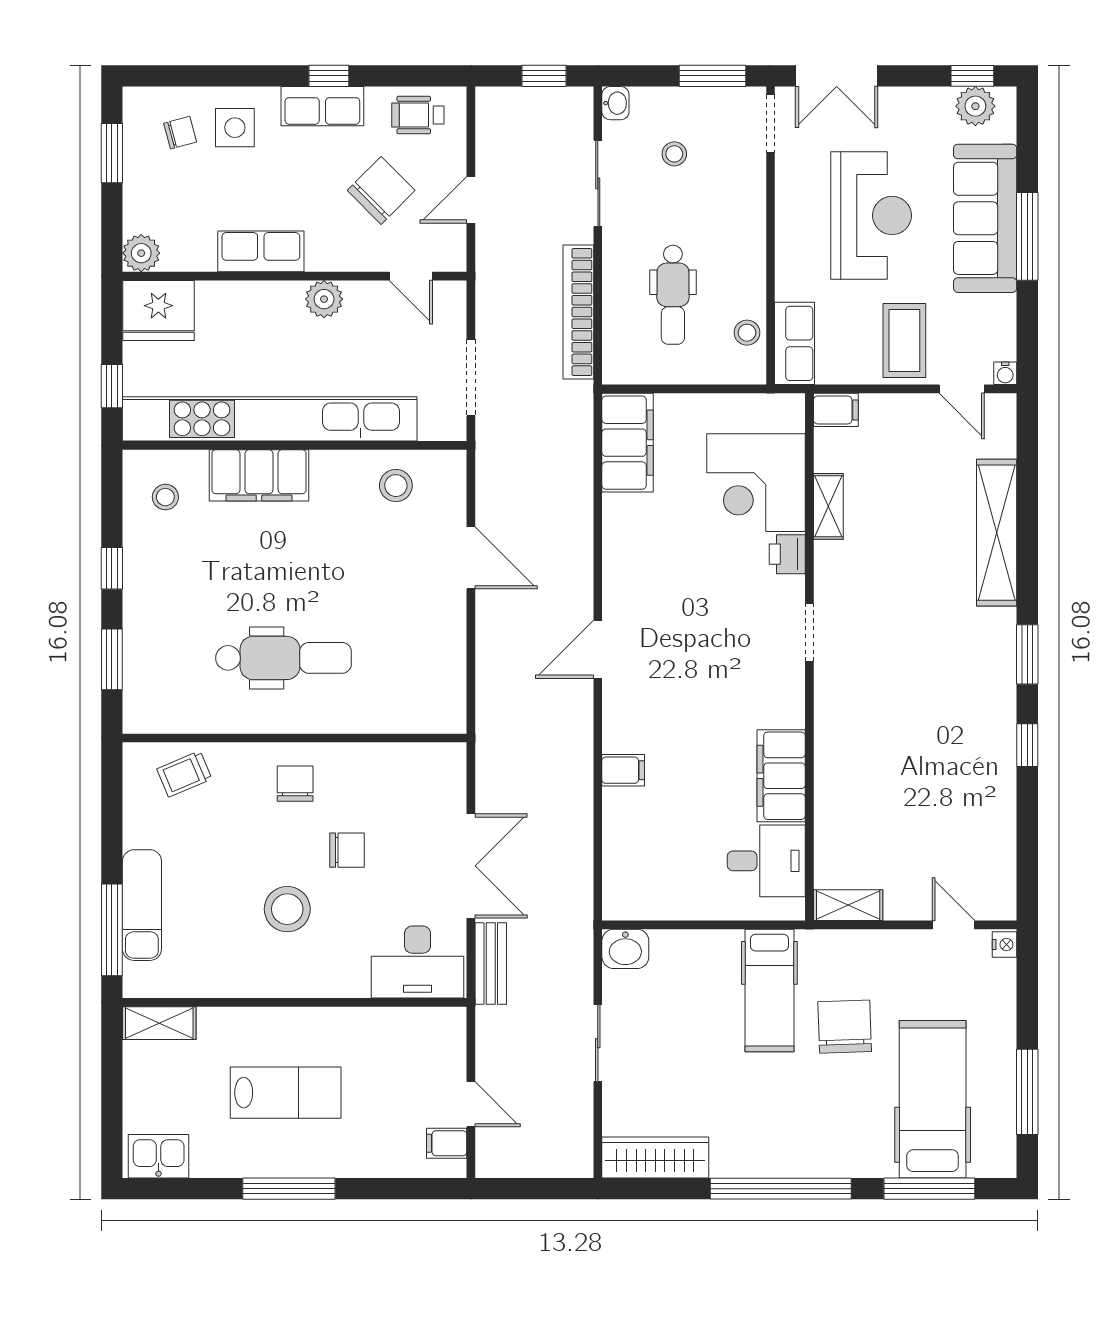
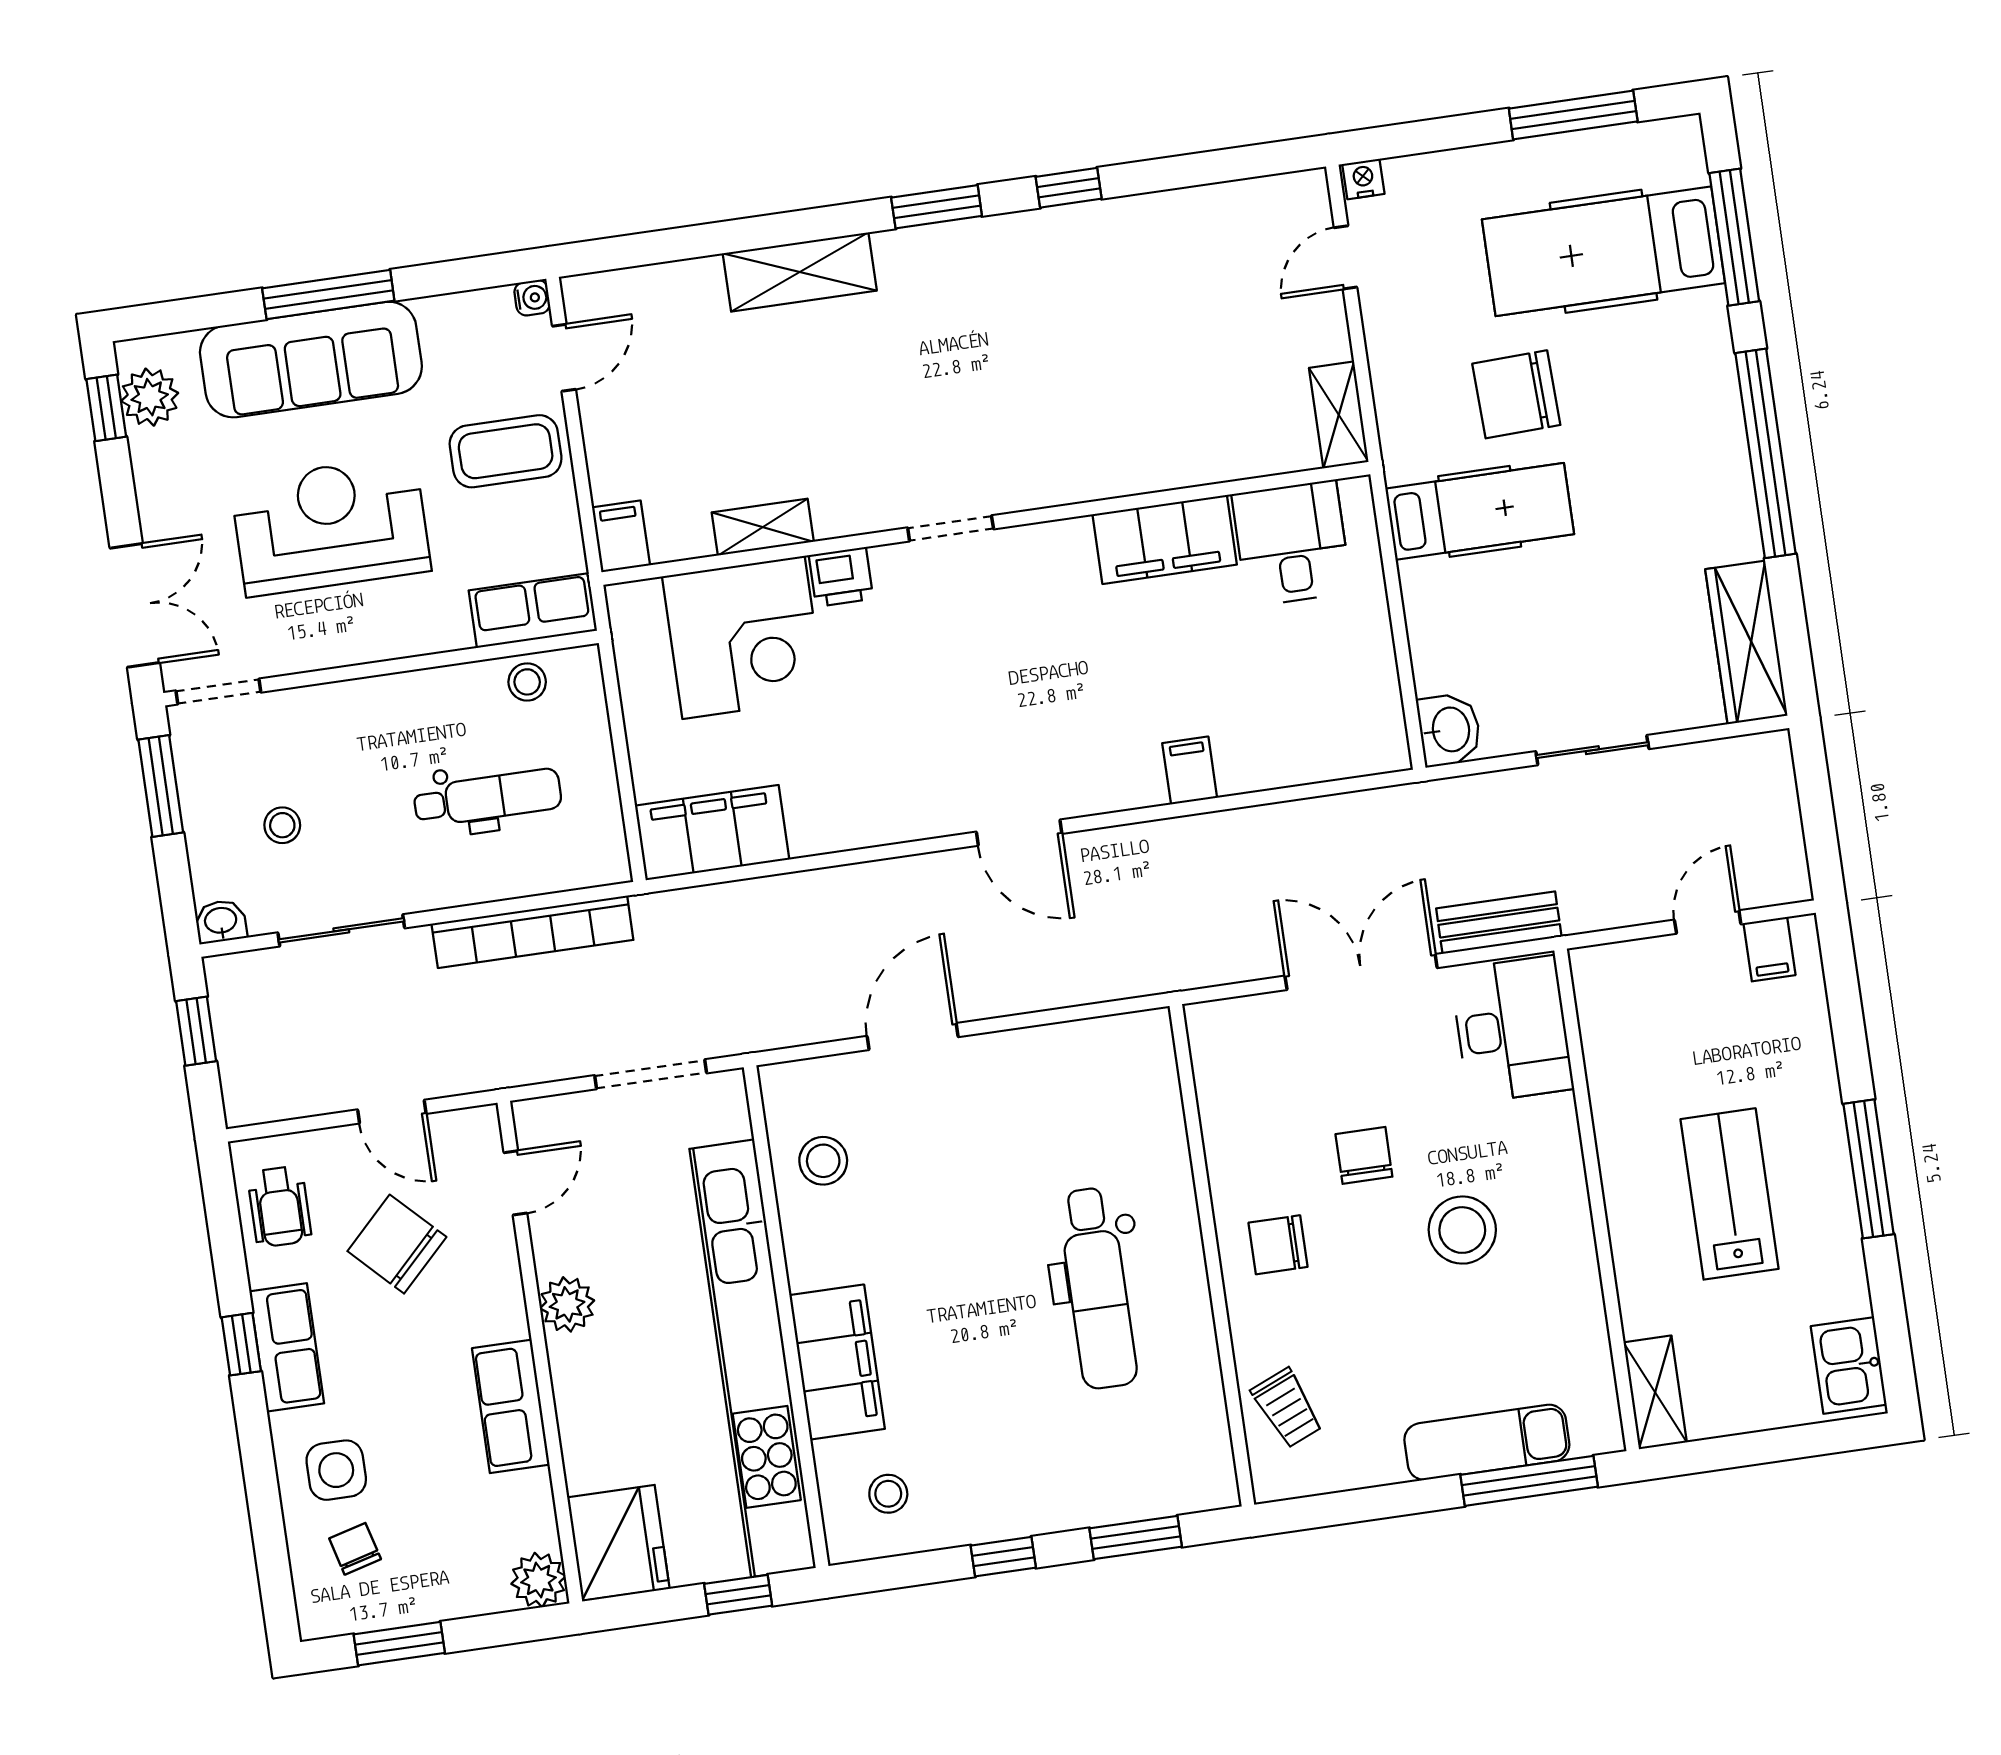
shelving: (997, 533) -> (800, 272), width x0.68
dental chair: (284, 658) -> (1098, 1288), turned 180

